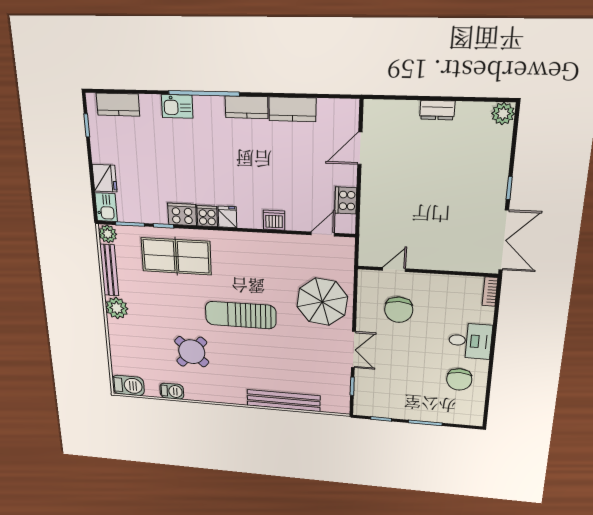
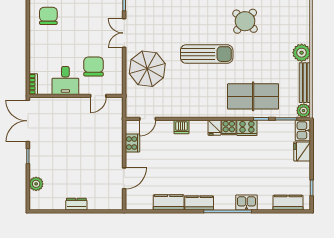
plant: (503, 114) -> (36, 184), moved
desk: (470, 341) -> (65, 80), moved, turned -90

